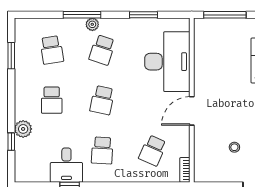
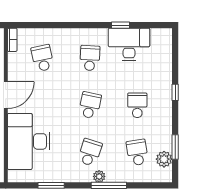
plant: (23, 129) -> (164, 159), moved
window: (11, 142) -> (175, 92), moved
school desk: (153, 150) -> (42, 58), turned -36
desk: (66, 165) -> (129, 44), width x1.37

